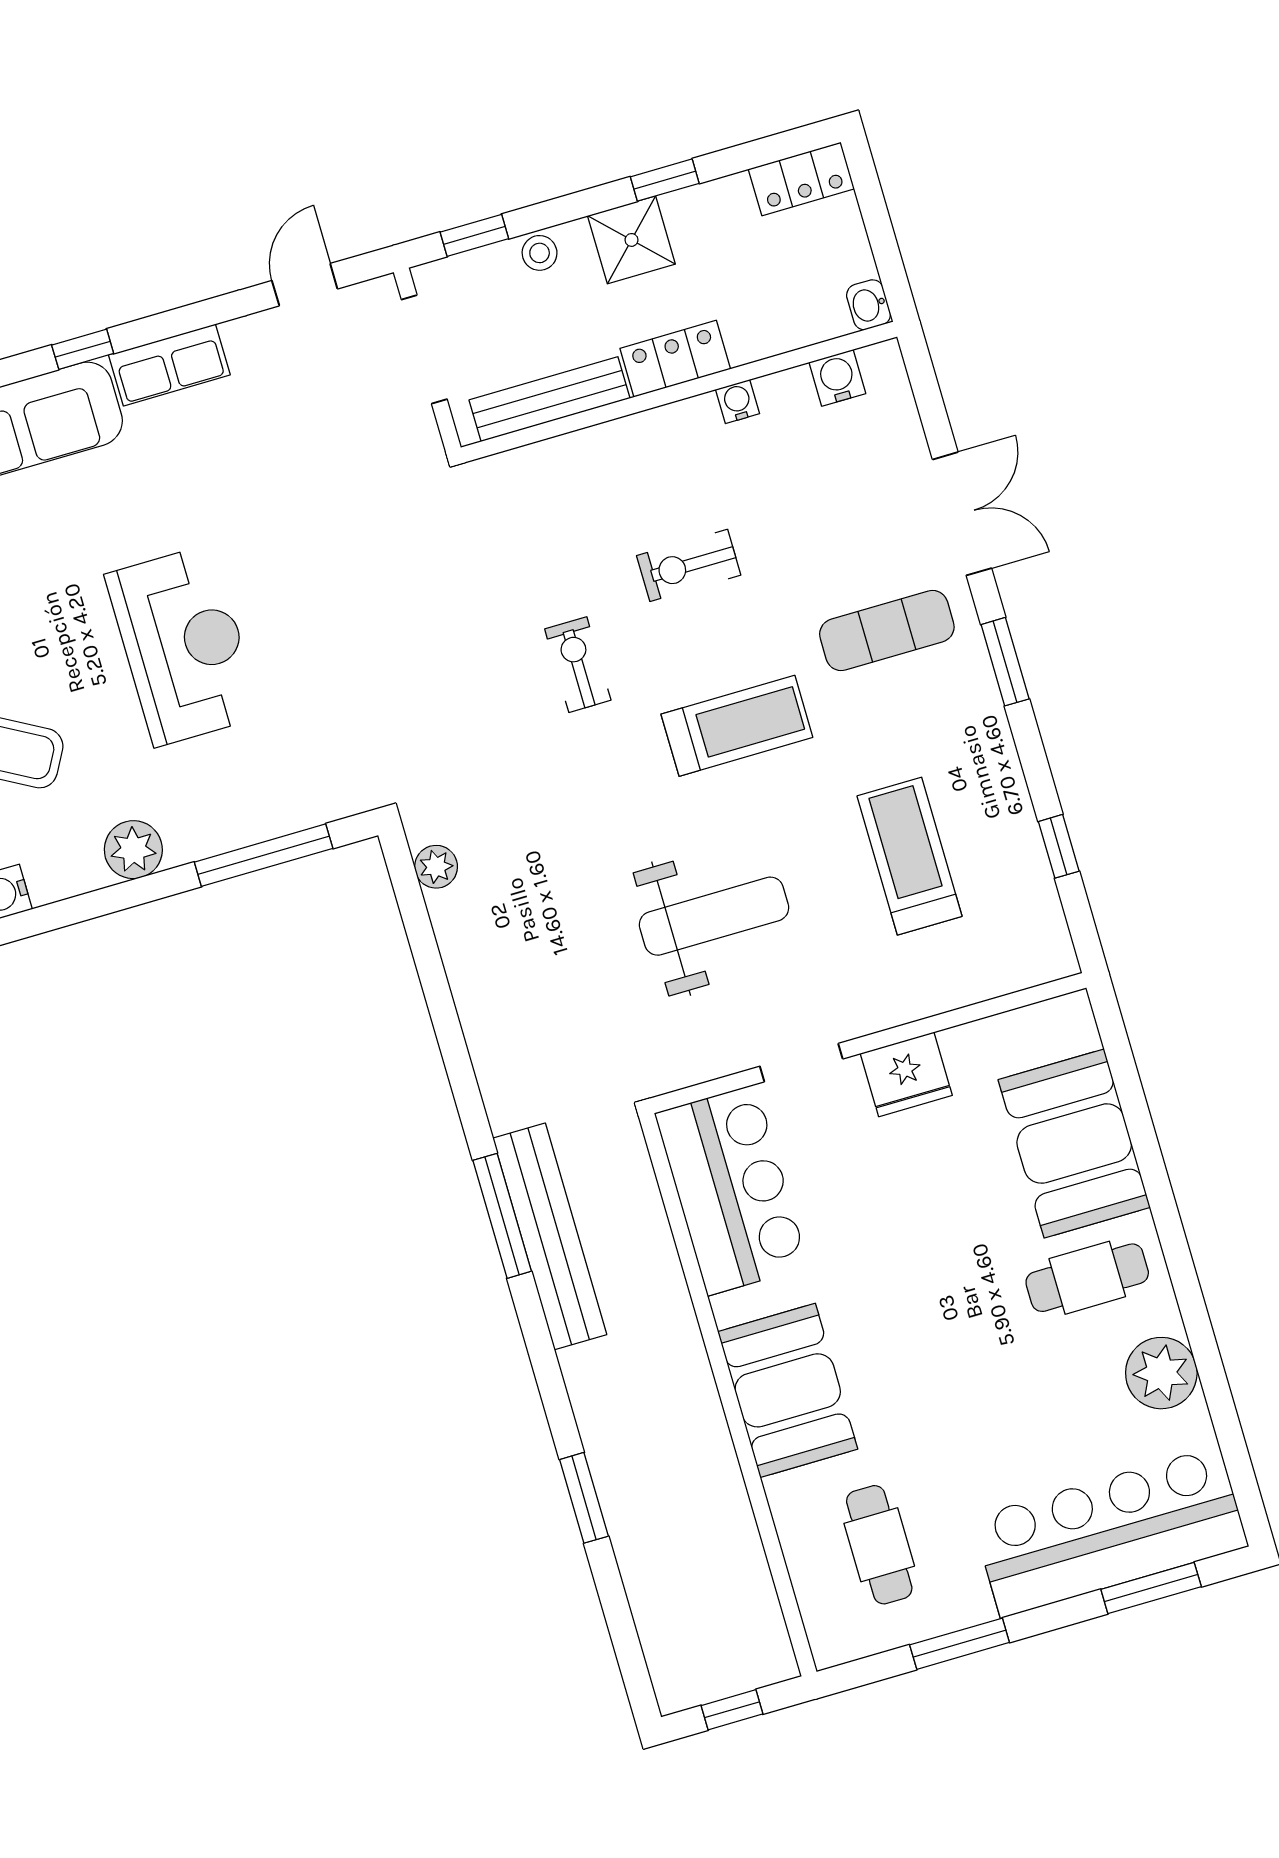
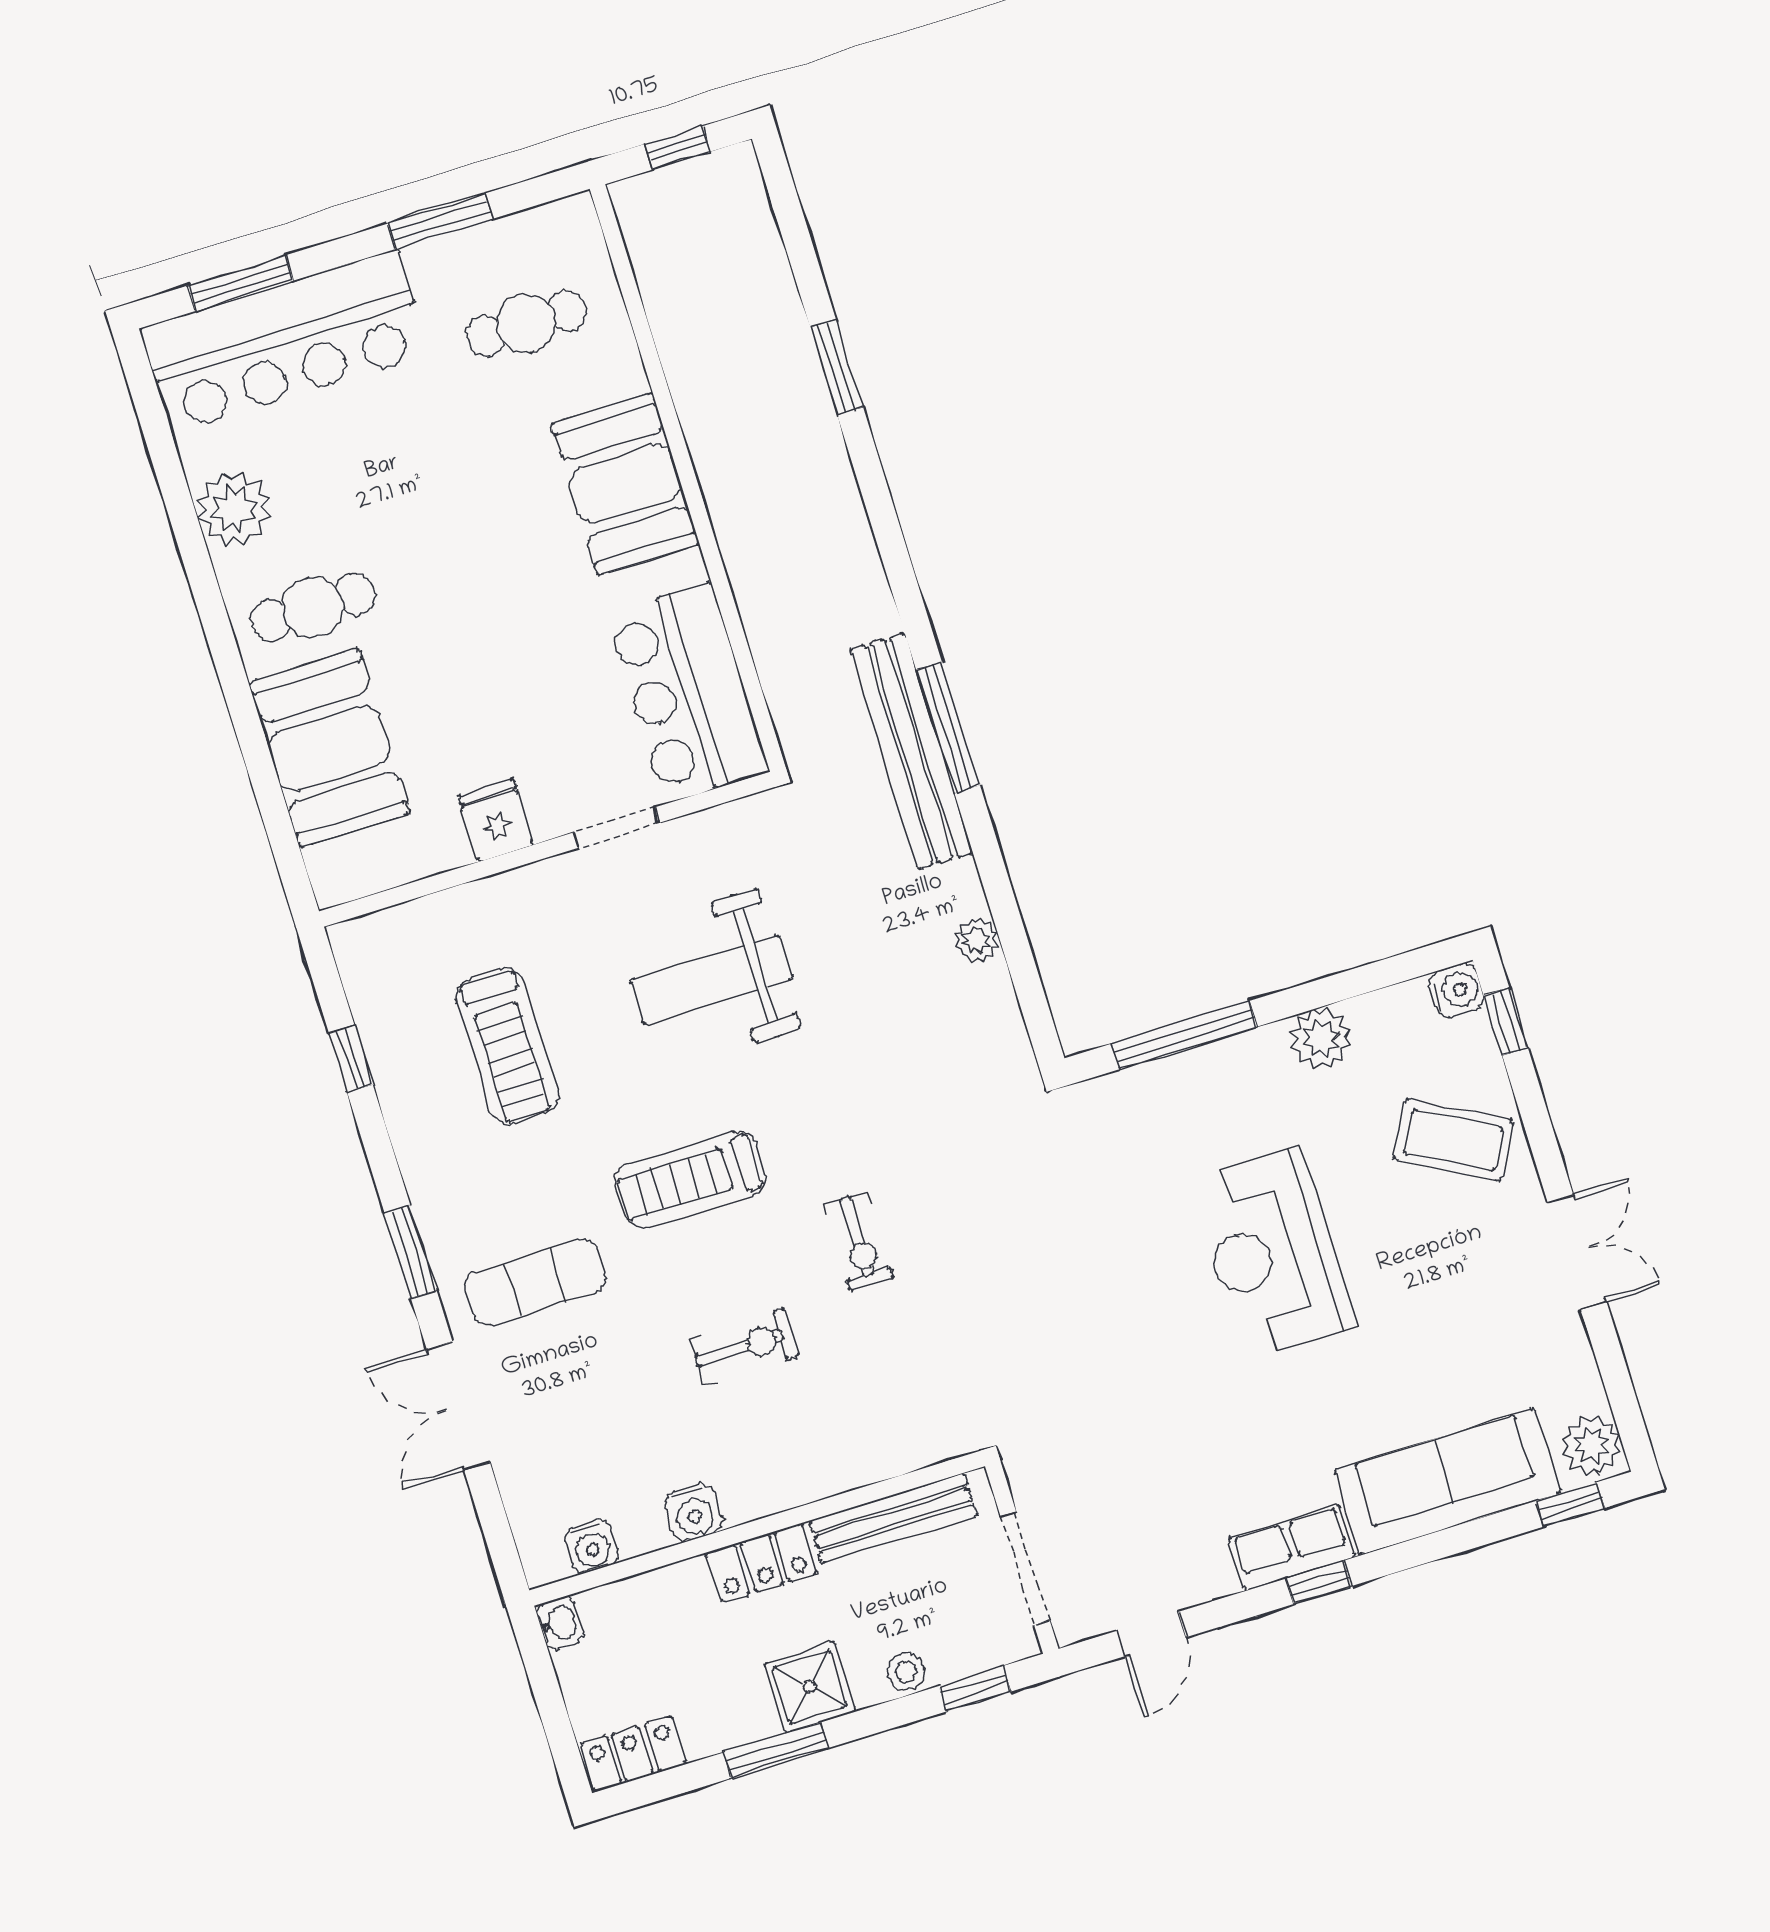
window: (665, 180) -> (776, 1750), width x1.50
window: (83, 349) -> (1319, 1582), moved
water cooler: (738, 402) -> (694, 1513), width x1.38, depth x1.38
plant: (436, 867) -> (977, 940), moved
fridge: (906, 1074) -> (496, 820), width x0.72
window: (502, 1216) -> (948, 728), moved
bench: (550, 1236) -> (911, 751), moved
cafe table: (879, 1545) -> (526, 323), turned 90

